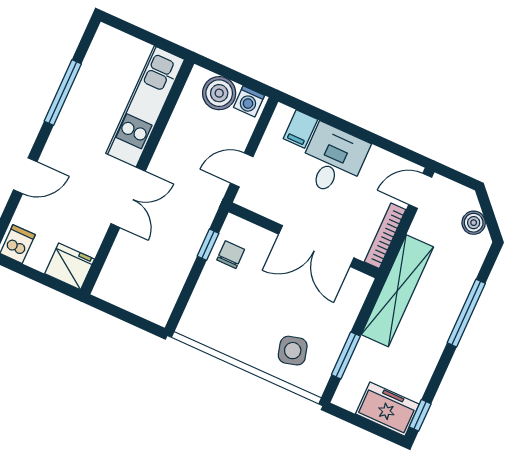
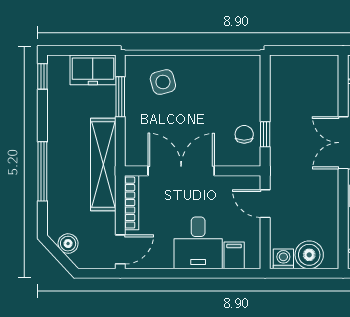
door: (242, 170) -> (265, 204), swing flipped
chair: (231, 255) -> (244, 134), turned 180
freezer: (387, 409) -> (93, 70), moved

